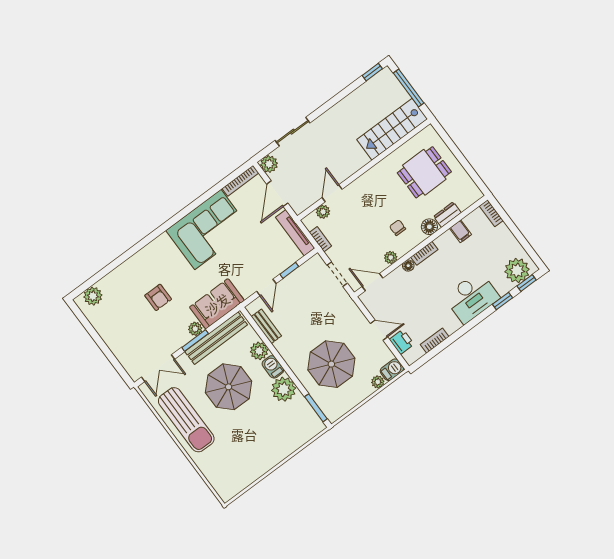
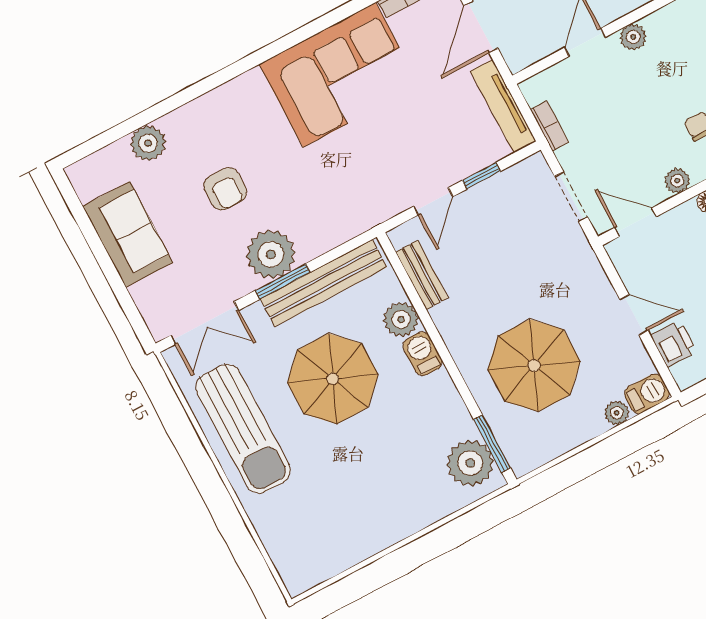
plant: (323, 212) -> (633, 37), moved
plant: (93, 296) -> (148, 143), moved
sofa: (217, 304) -> (128, 234), moved, turned 90
plant: (195, 329) -> (271, 254), width x1.87, depth x1.87
plant: (284, 389) -> (470, 463), moved

